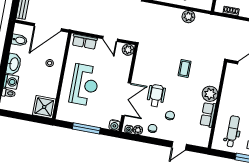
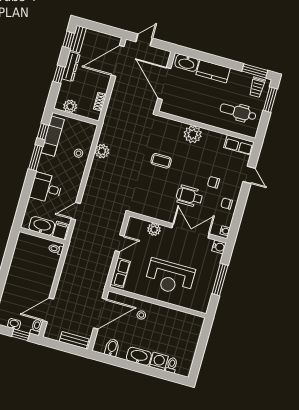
door: (48, 27) -> (100, 314), hinge flipped
plant: (128, 50) -> (154, 229), moved
reception desk: (85, 85) -> (170, 277), turned 180
shower: (44, 107) -> (191, 326), removed
row of seats: (208, 115) -> (239, 145), moved
plant: (138, 130) -> (227, 220), removed

